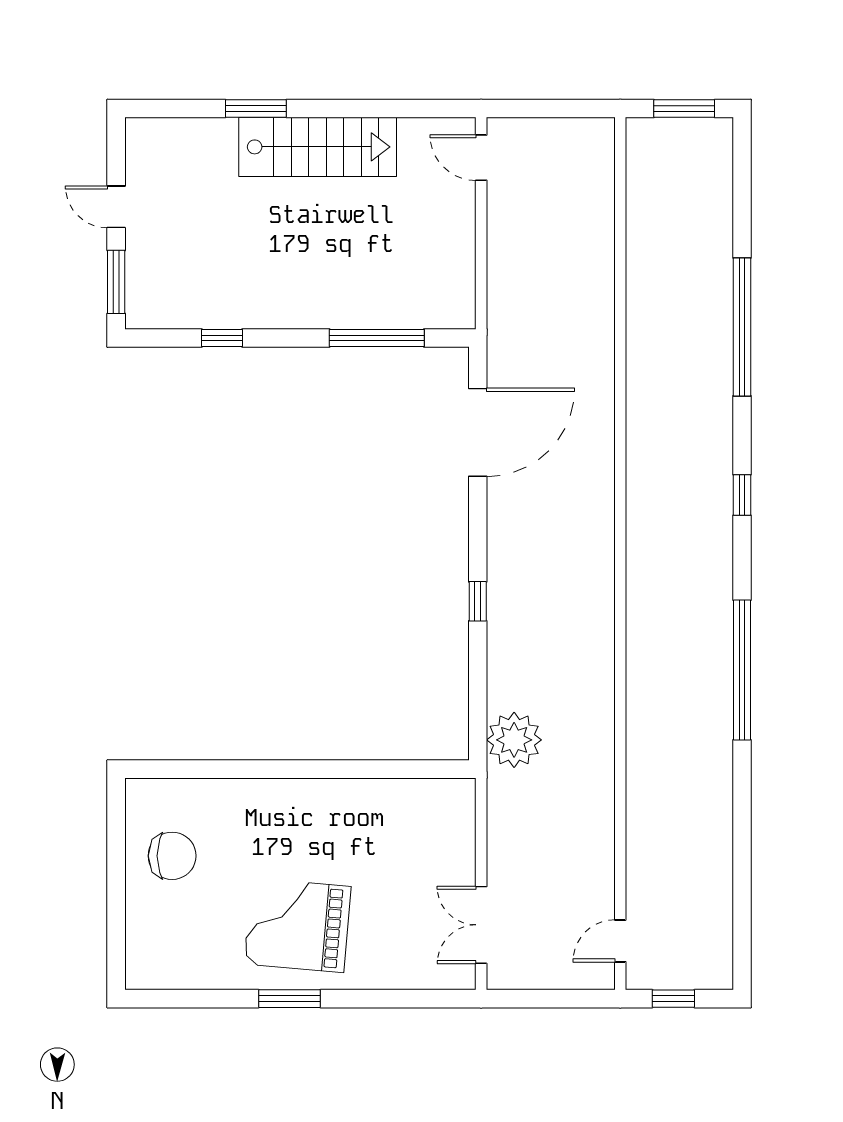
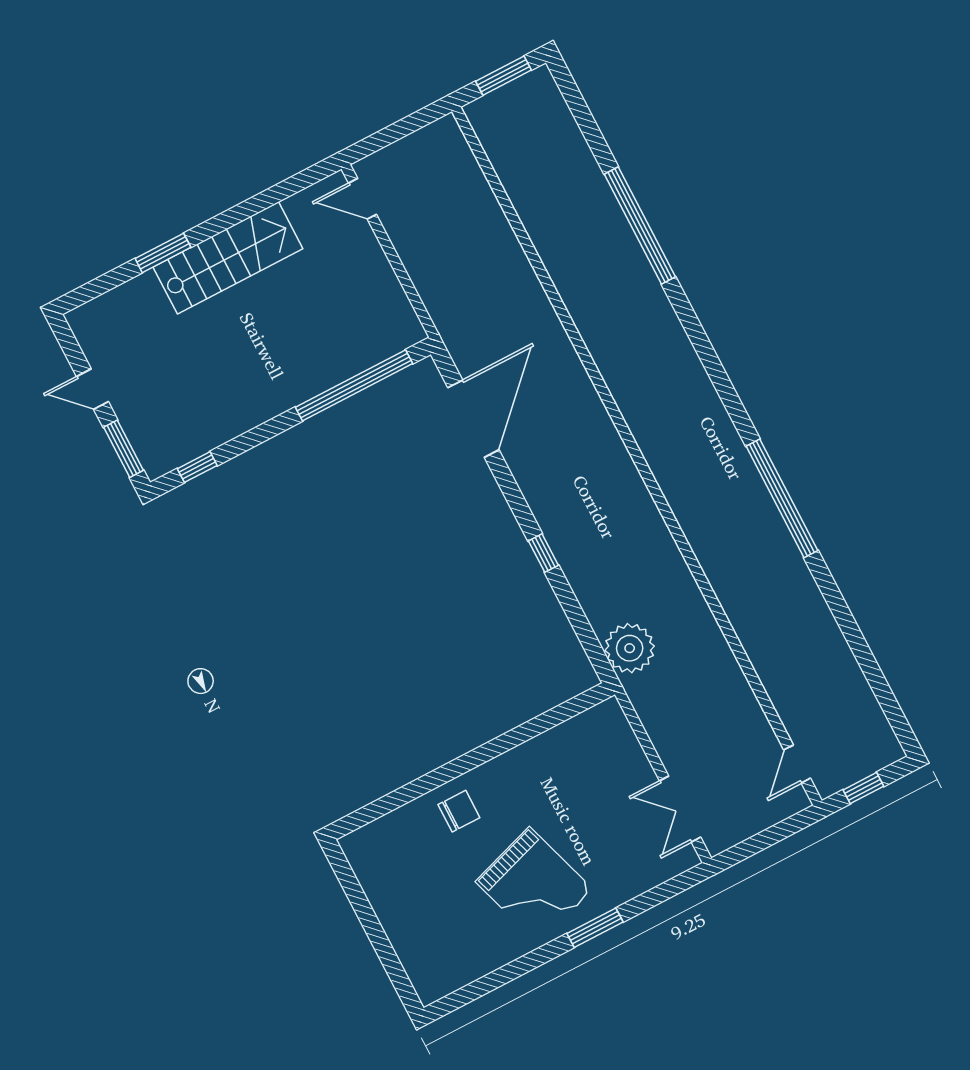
window: (222, 338) -> (197, 467), moved
window: (377, 338) -> (354, 385), width x1.46
window: (742, 495) -> (709, 359), removed
chair: (172, 856) -> (459, 811), moved, width x0.73, depth x0.73
grand piano: (297, 925) -> (534, 885), turned -113
window: (290, 999) -> (595, 928), moved

